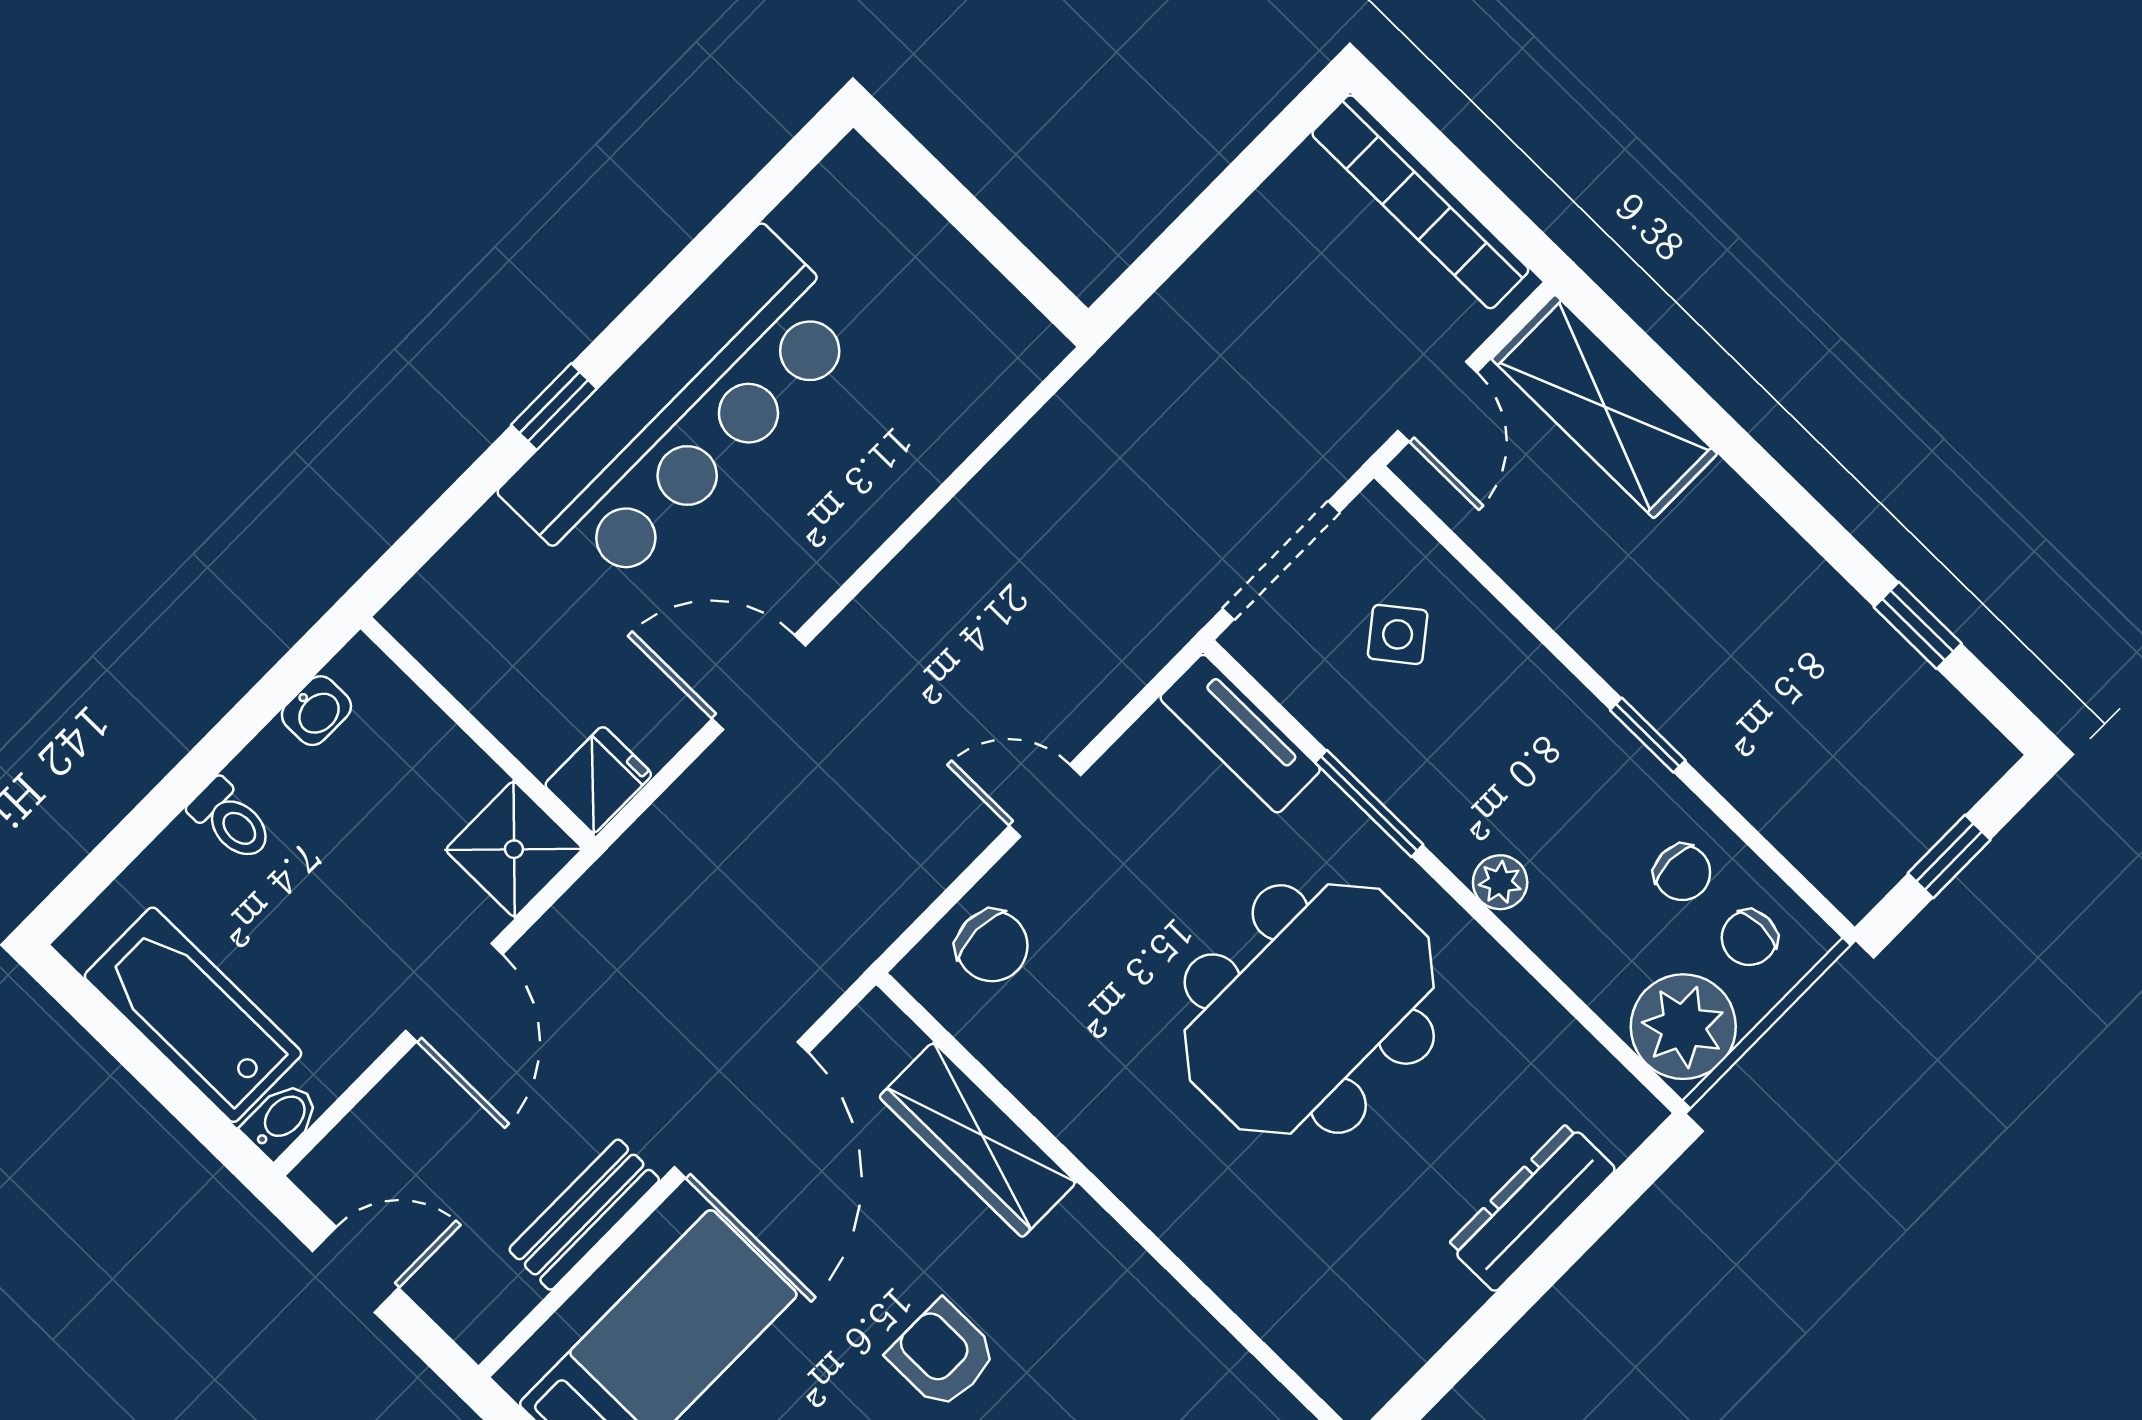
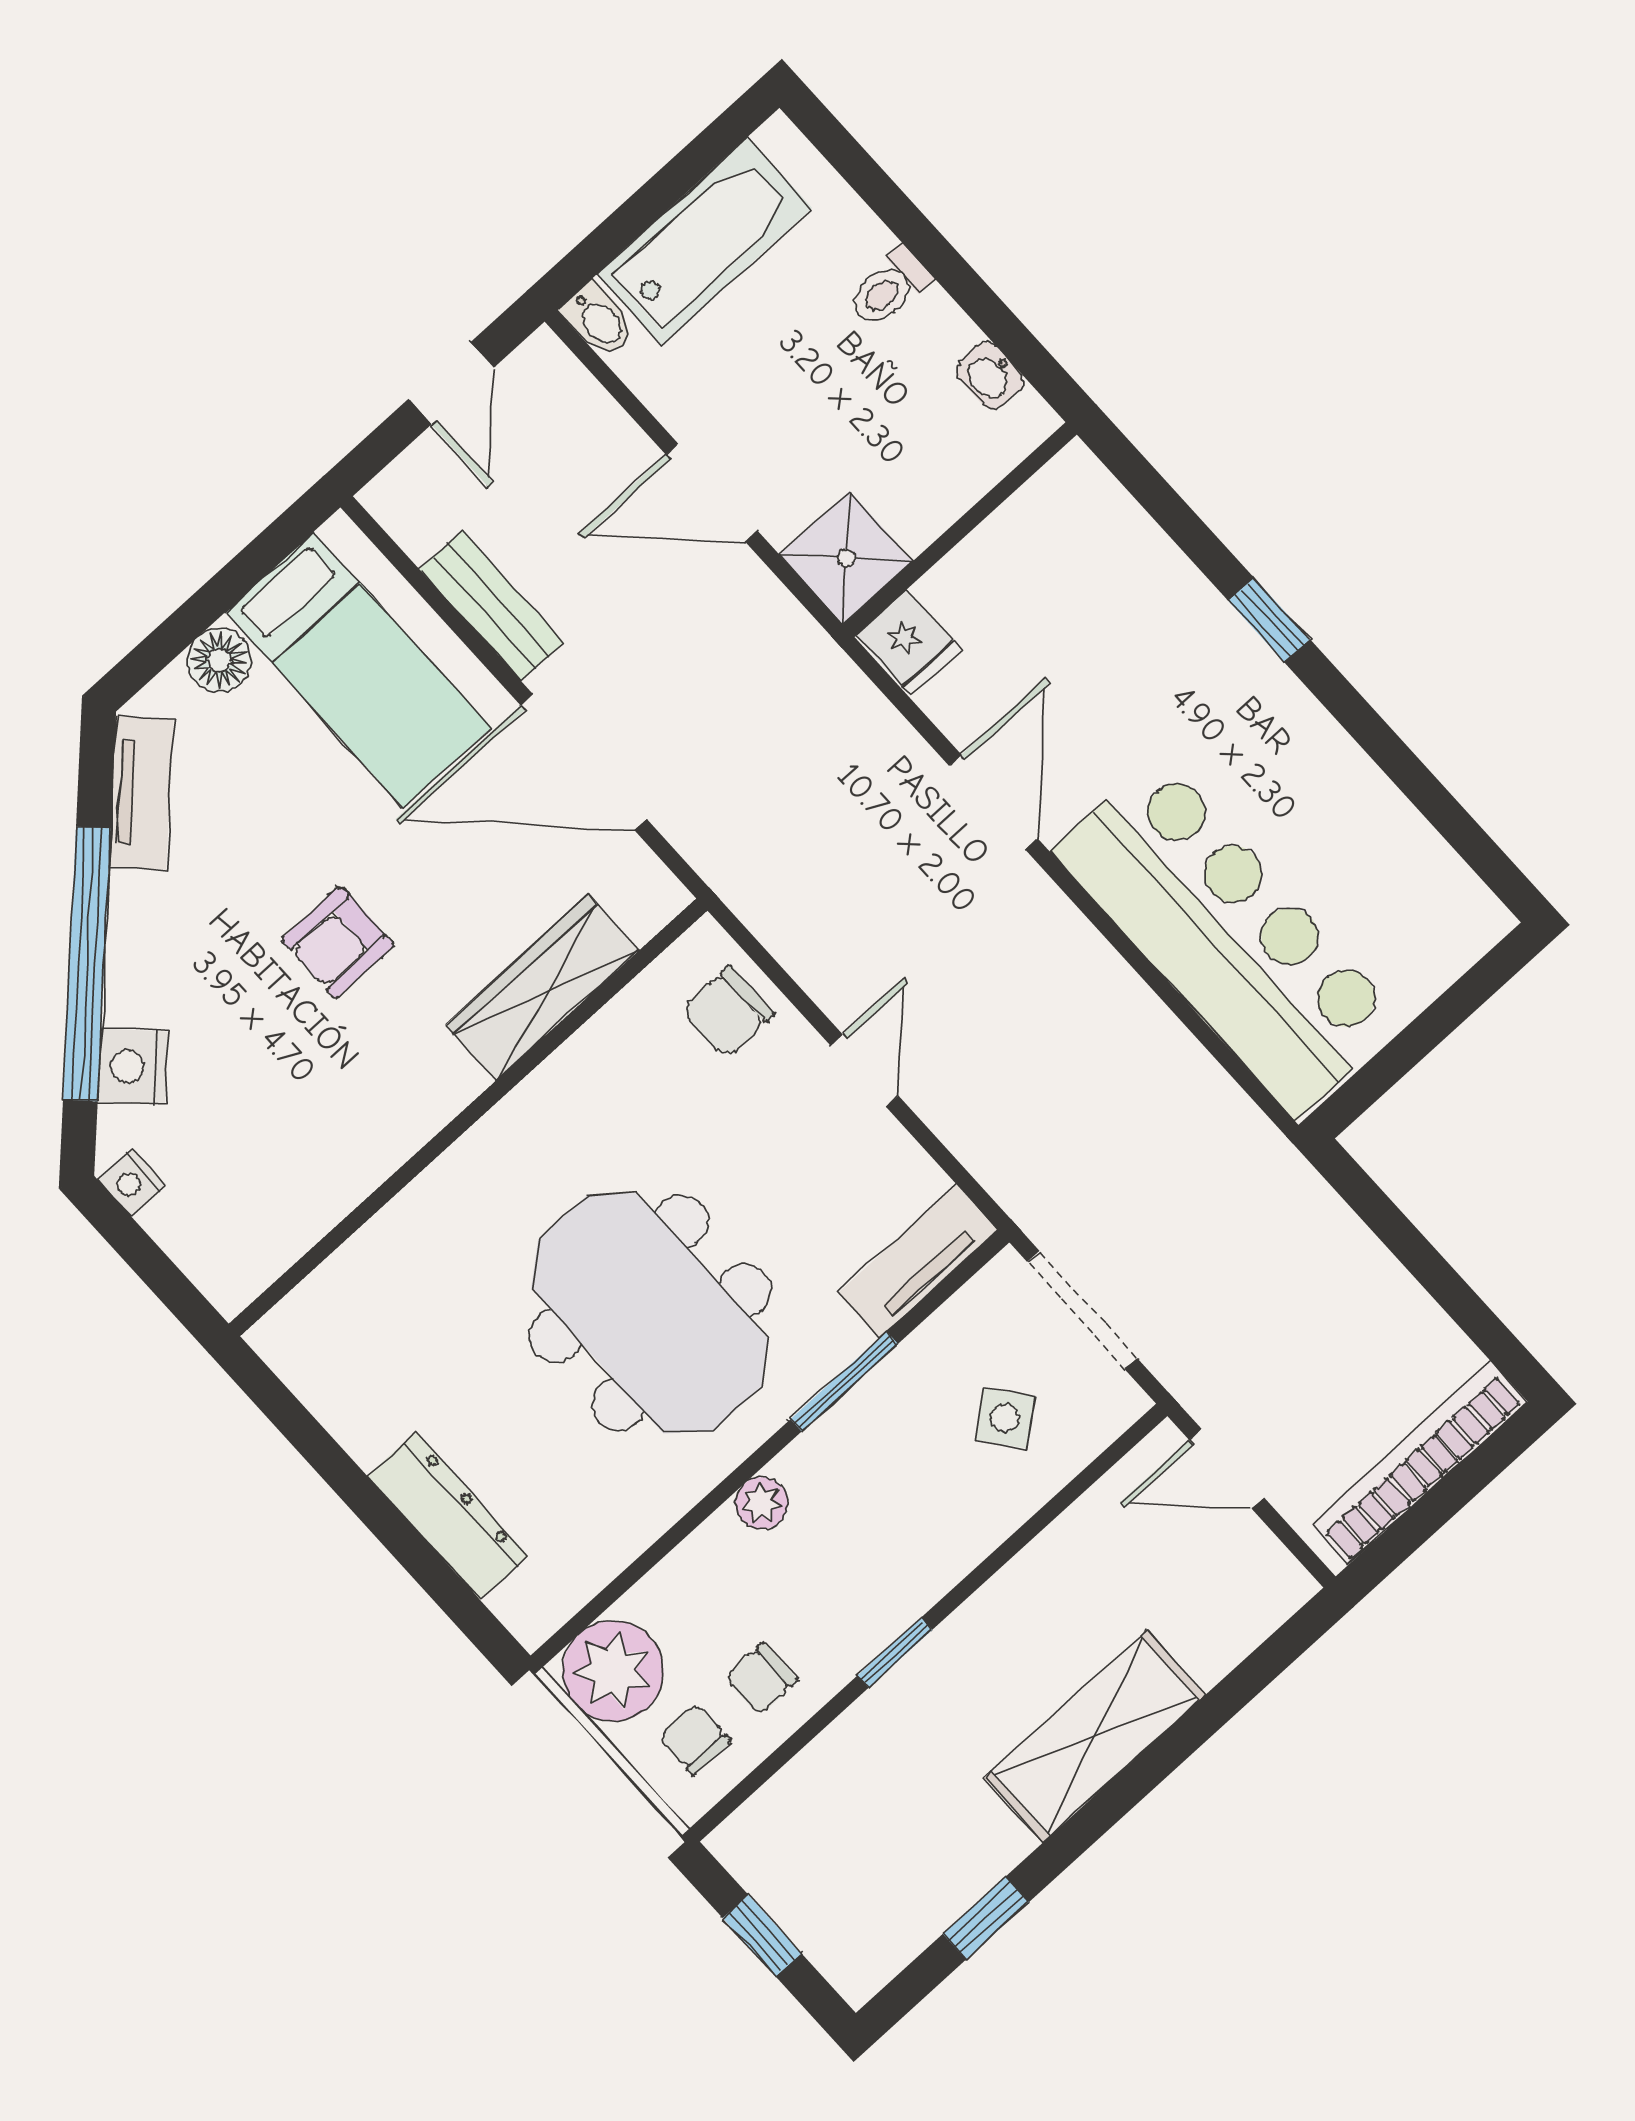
shelving: (1604, 406) -> (1095, 1736), moved
bar counter: (684, 411) -> (1227, 936), moved, turned 180
armchair: (943, 1355) -> (338, 942), turned 180

